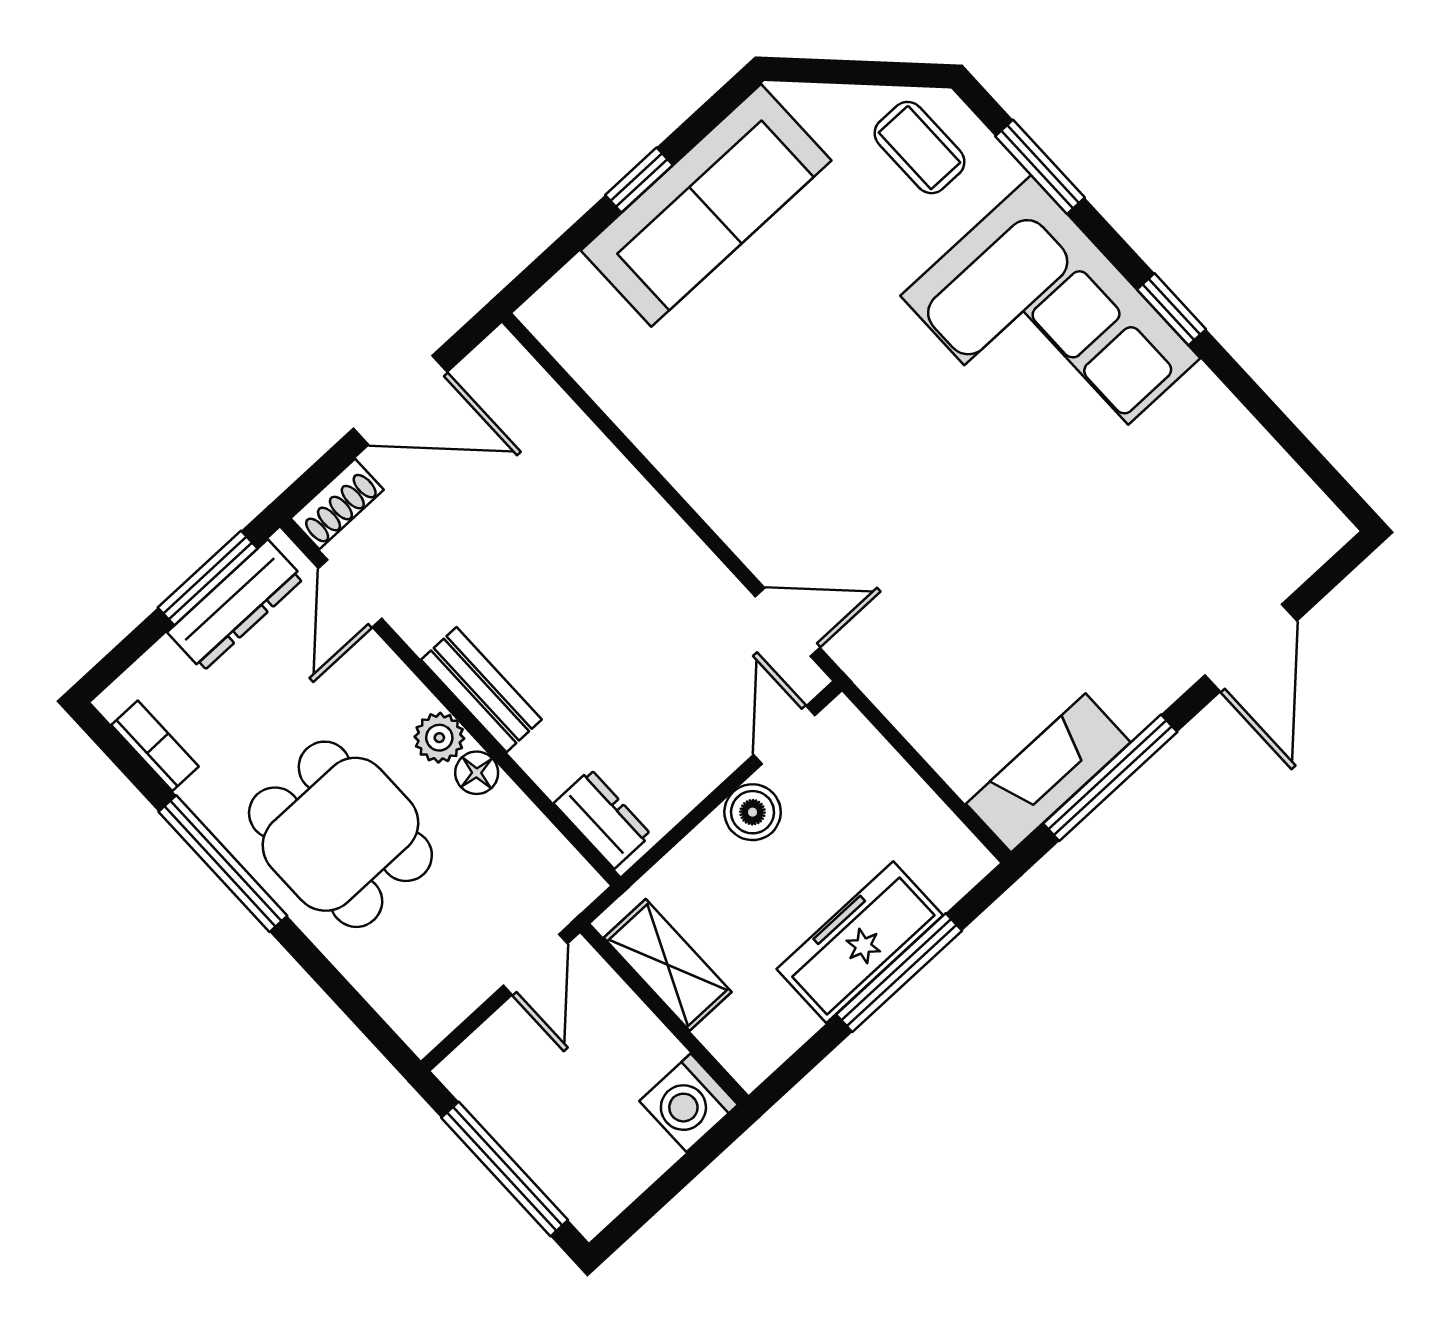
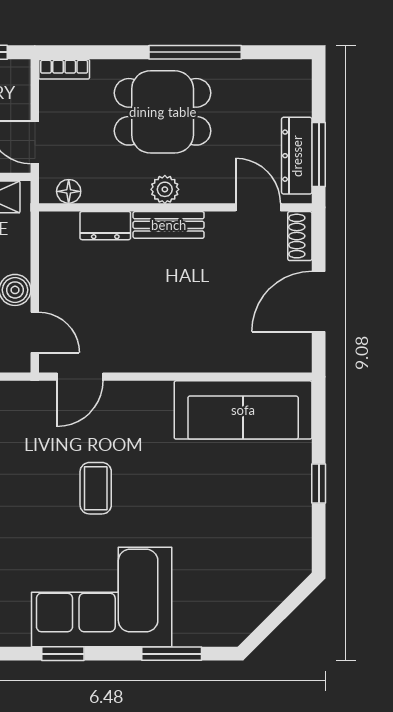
coffee table: (919, 148) -> (96, 488), moved, turned 90
sofa: (706, 205) -> (243, 410), moved, turned -90
bookcase: (155, 746) -> (64, 69), moved
floor lamp: (477, 773) -> (69, 191), moved
dresser: (602, 819) -> (105, 226), moved

